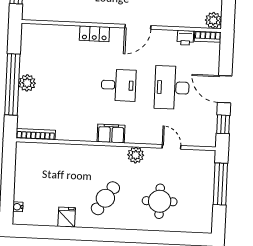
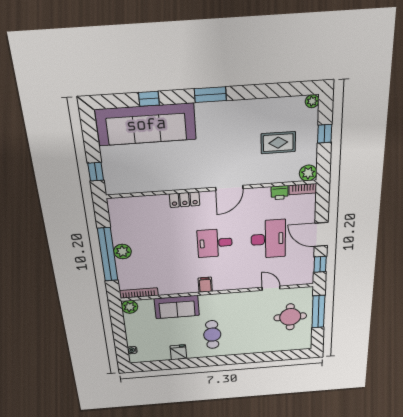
desk: (119, 85) -> (215, 243), turned 180
desk: (172, 88) -> (268, 239), turned 180
filing cabinet: (111, 134) -> (205, 285), width x0.50
plant: (136, 155) -> (130, 307), moved
sofa: (72, 157) -> (177, 307), added
cafe table: (105, 198) -> (212, 335), turned -34
round table: (160, 201) -> (290, 317), moved

